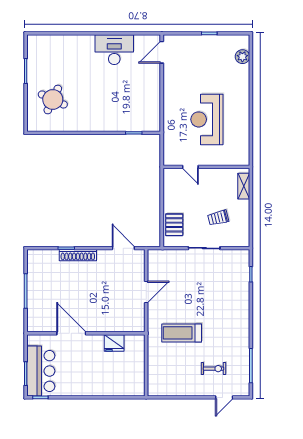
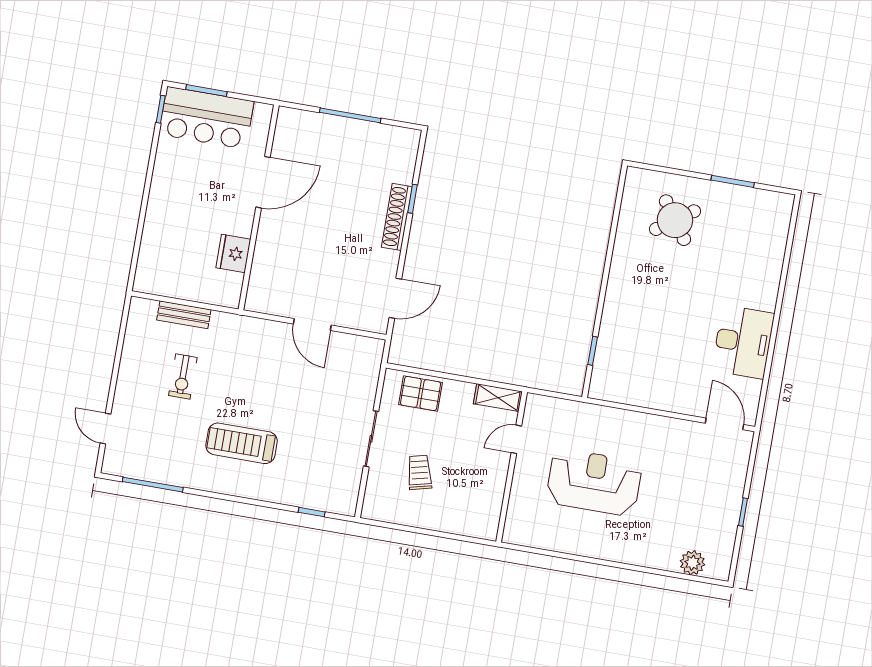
round table: (53, 99) -> (675, 220), turned 30
shelving: (244, 186) -> (498, 398), moved
treadmill: (182, 333) -> (242, 443), moved, turned -90
bench: (153, 365) -> (184, 315), added
exercise bike: (214, 369) -> (183, 377), moved

